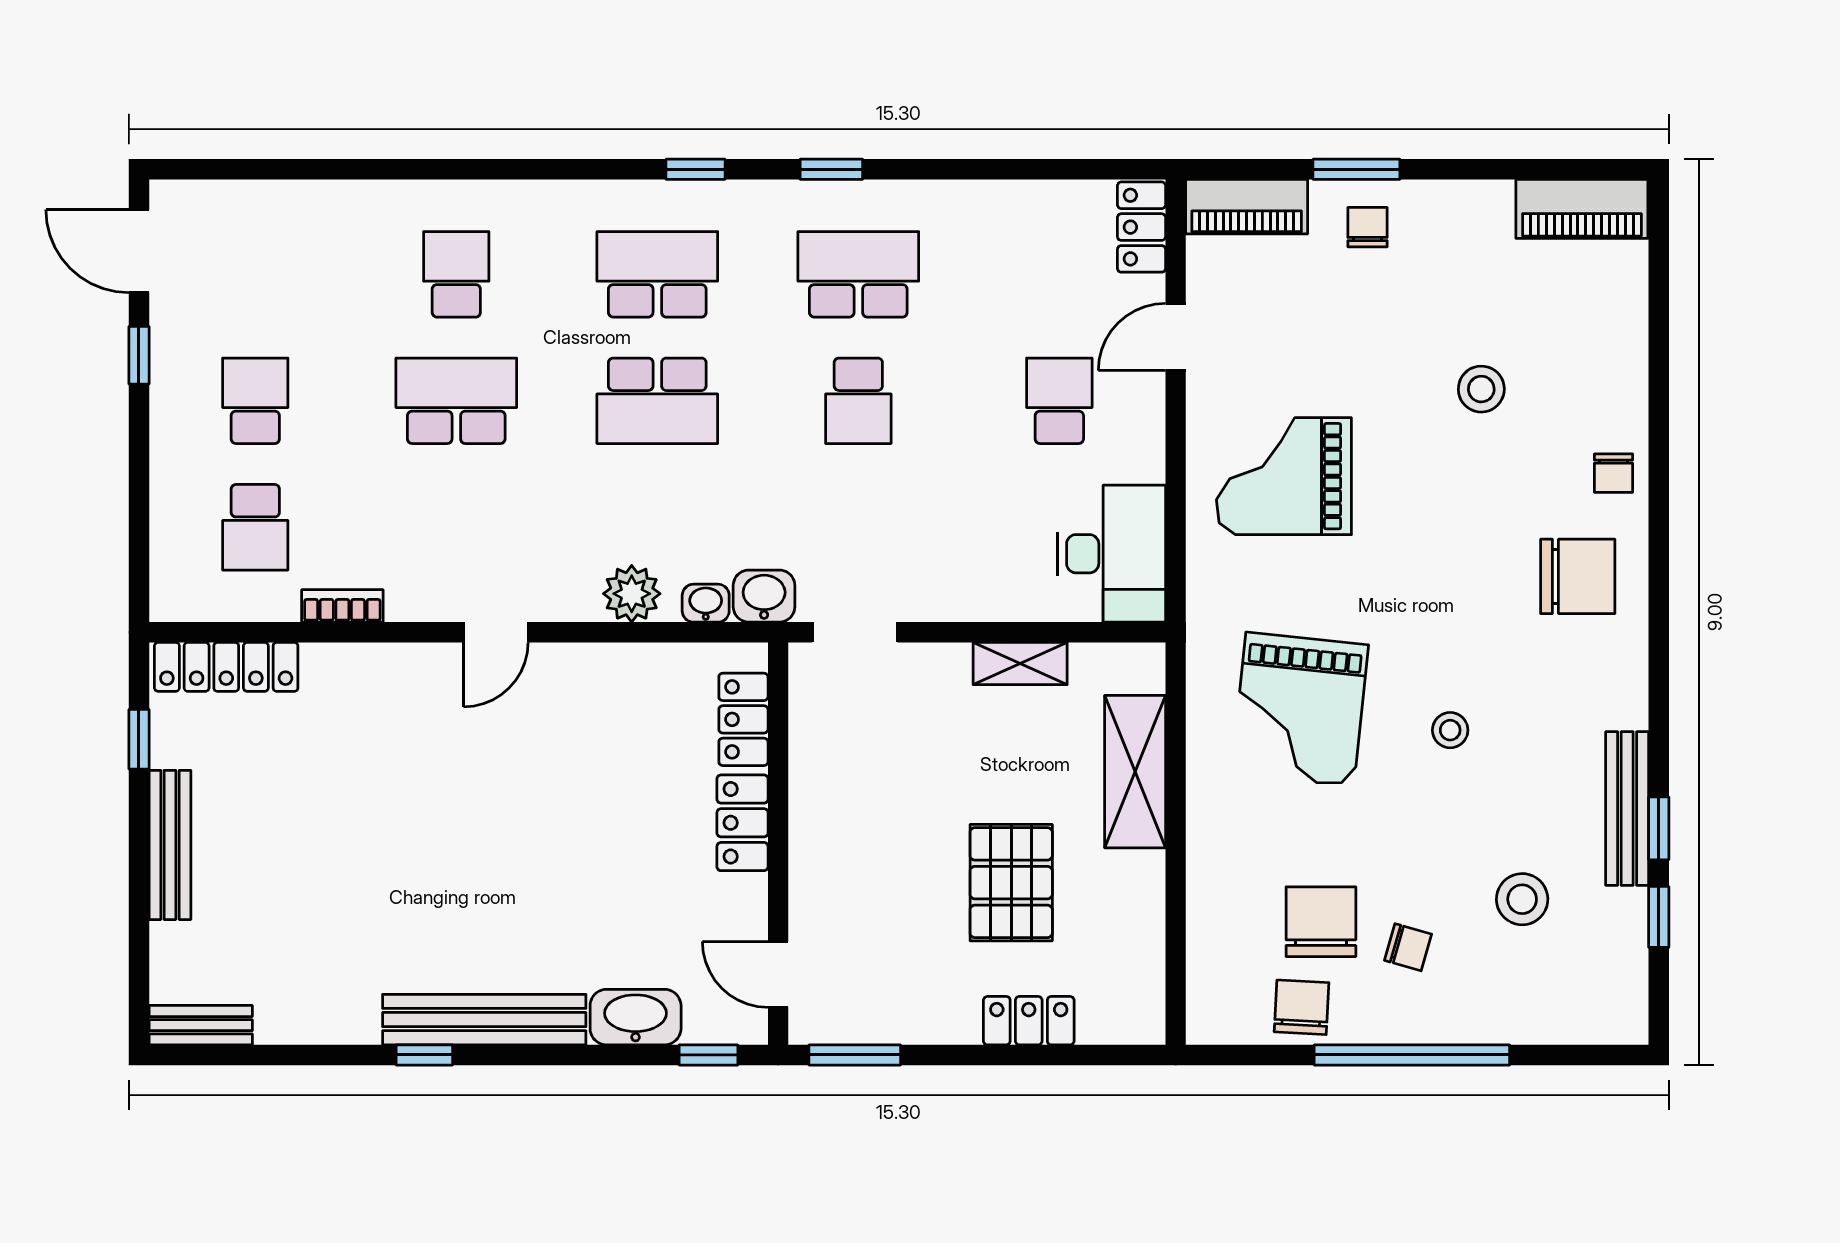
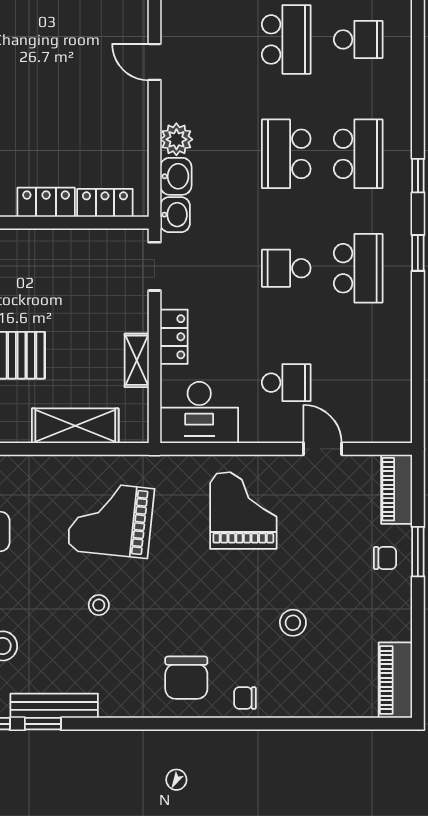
locker: (1141, 227) -> (174, 337), moved, turned 90
washbasin: (706, 603) -> (176, 176), width x1.38, depth x1.45

